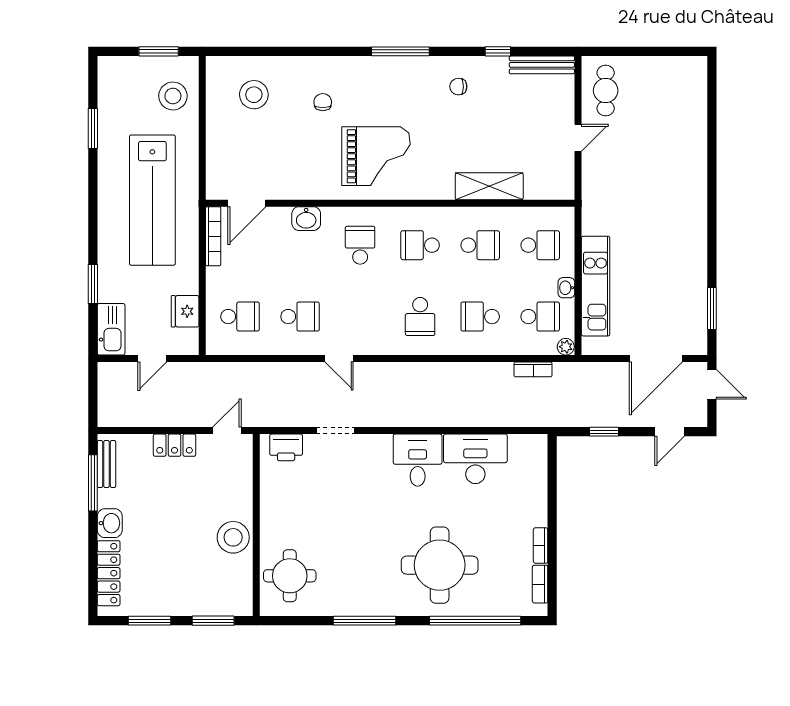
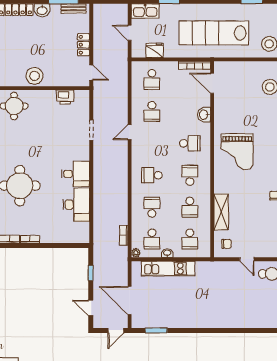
chair: (323, 102) -> (226, 244), moved
printer: (286, 447) -> (65, 97), moved, turned -90

